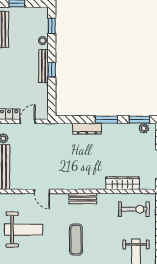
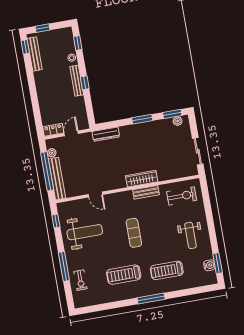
dresser: (87, 129) -> (106, 134), moved
wardrobe: (122, 183) -> (142, 179), moved
bench: (83, 199) -> (146, 192), moved

